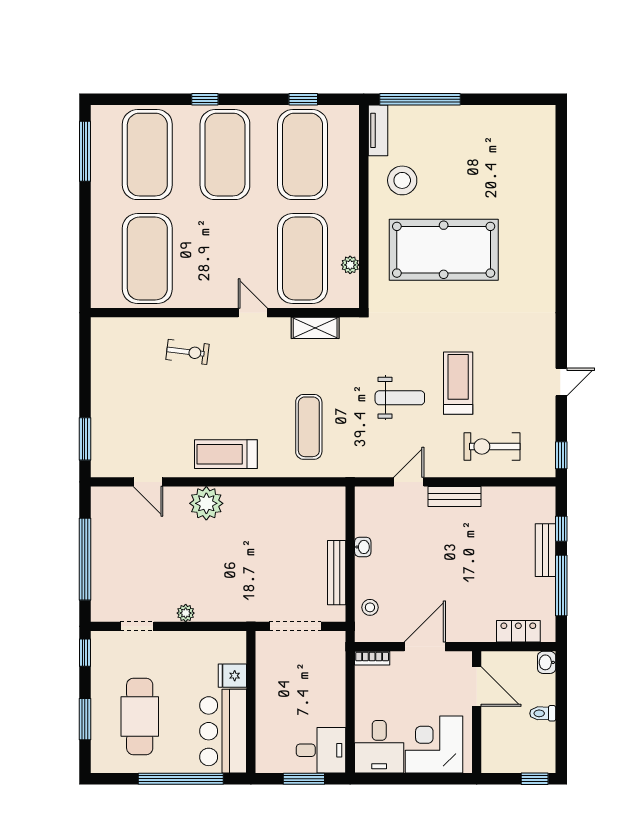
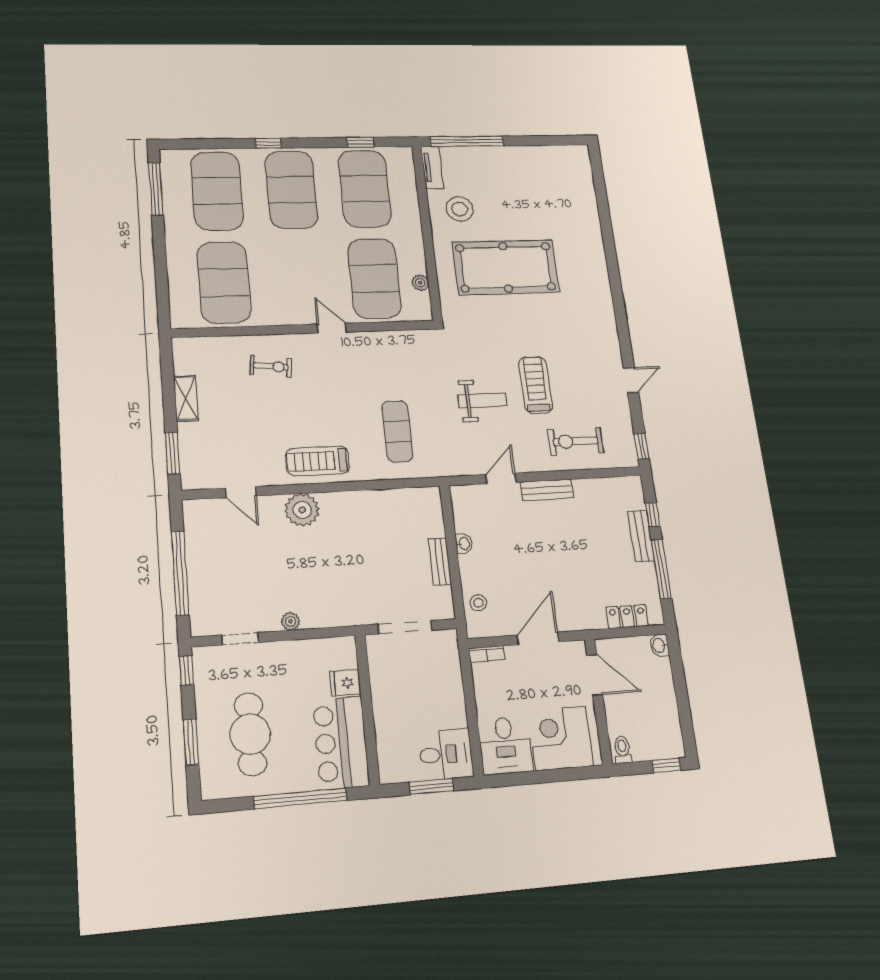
shelving: (315, 328) -> (186, 398), moved, turned 90
bench: (337, 573) -> (440, 562), width x0.73
toilet: (543, 713) -> (622, 750), moved, turned 90

